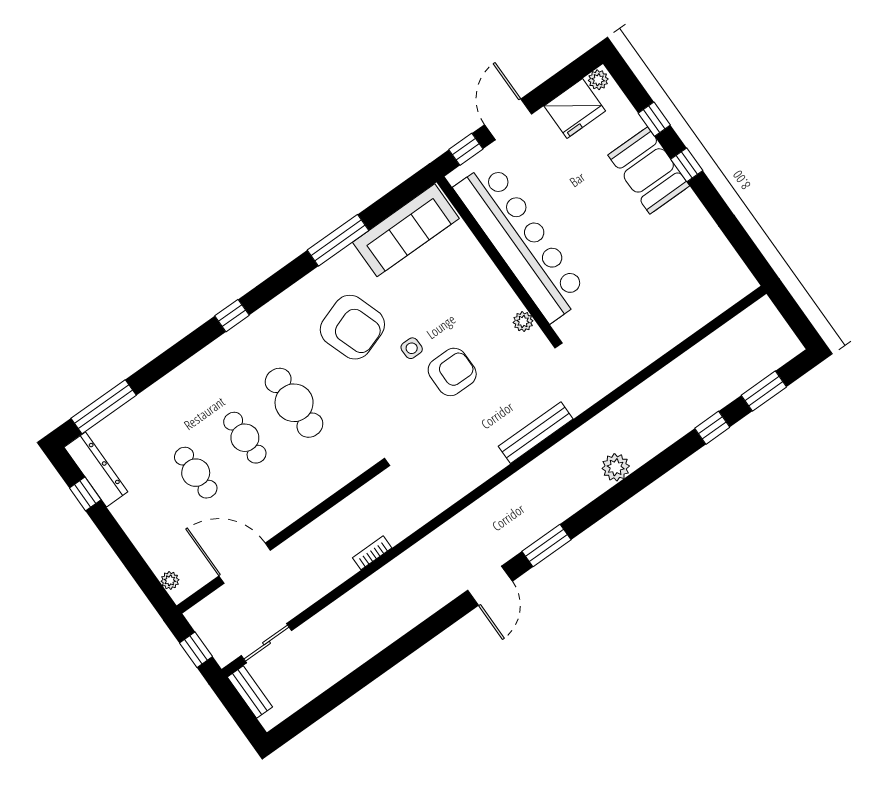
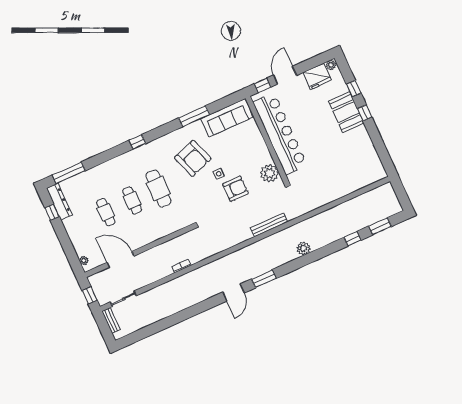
plant: (523, 322) -> (270, 173), width x1.87, depth x1.87

